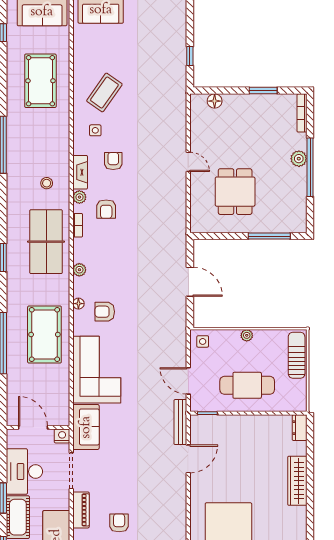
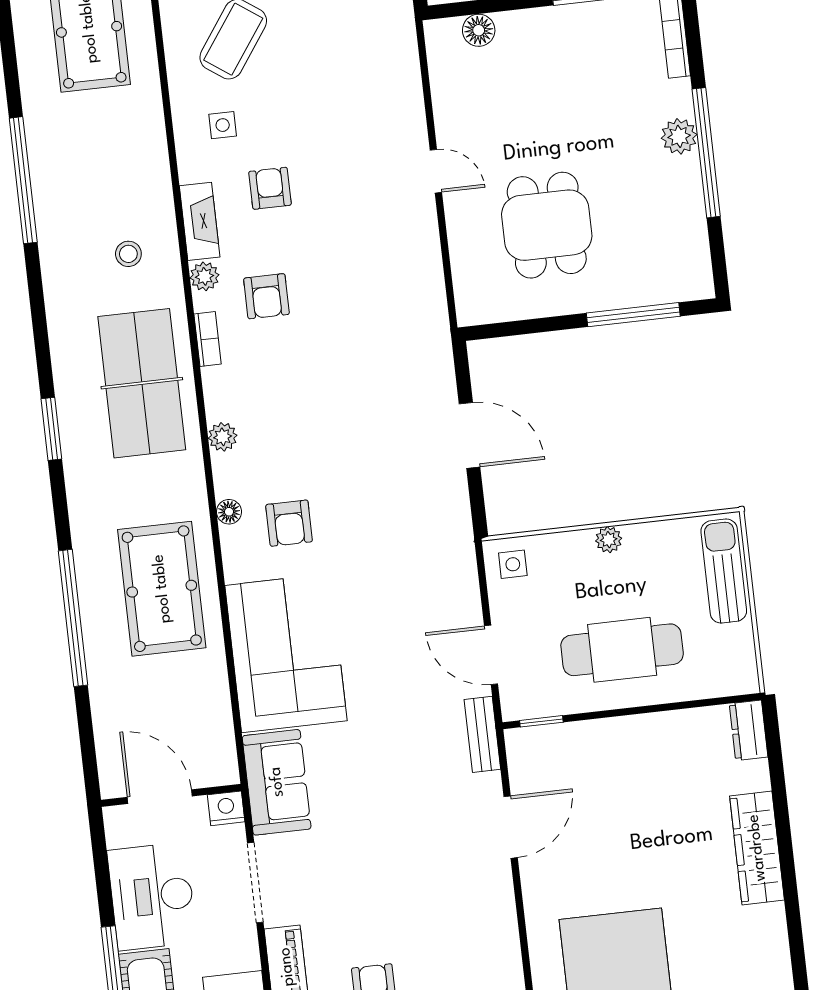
armchair: (105, 312) -> (289, 523), turned -90
bench: (180, 422) -> (482, 734), width x0.73

